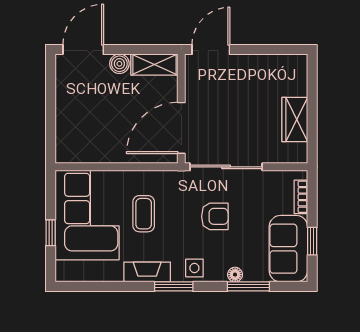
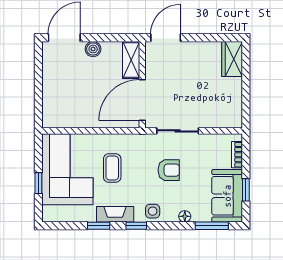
shelving: (154, 65) -> (131, 60), moved, turned 90
wardrobe: (295, 119) -> (232, 59), moved
sliding door: (226, 167) -> (178, 131), width x0.73
window: (126, 286) -> (99, 226), added
window: (174, 286) -> (136, 226), width x0.67
window: (248, 286) -> (212, 226), moved

